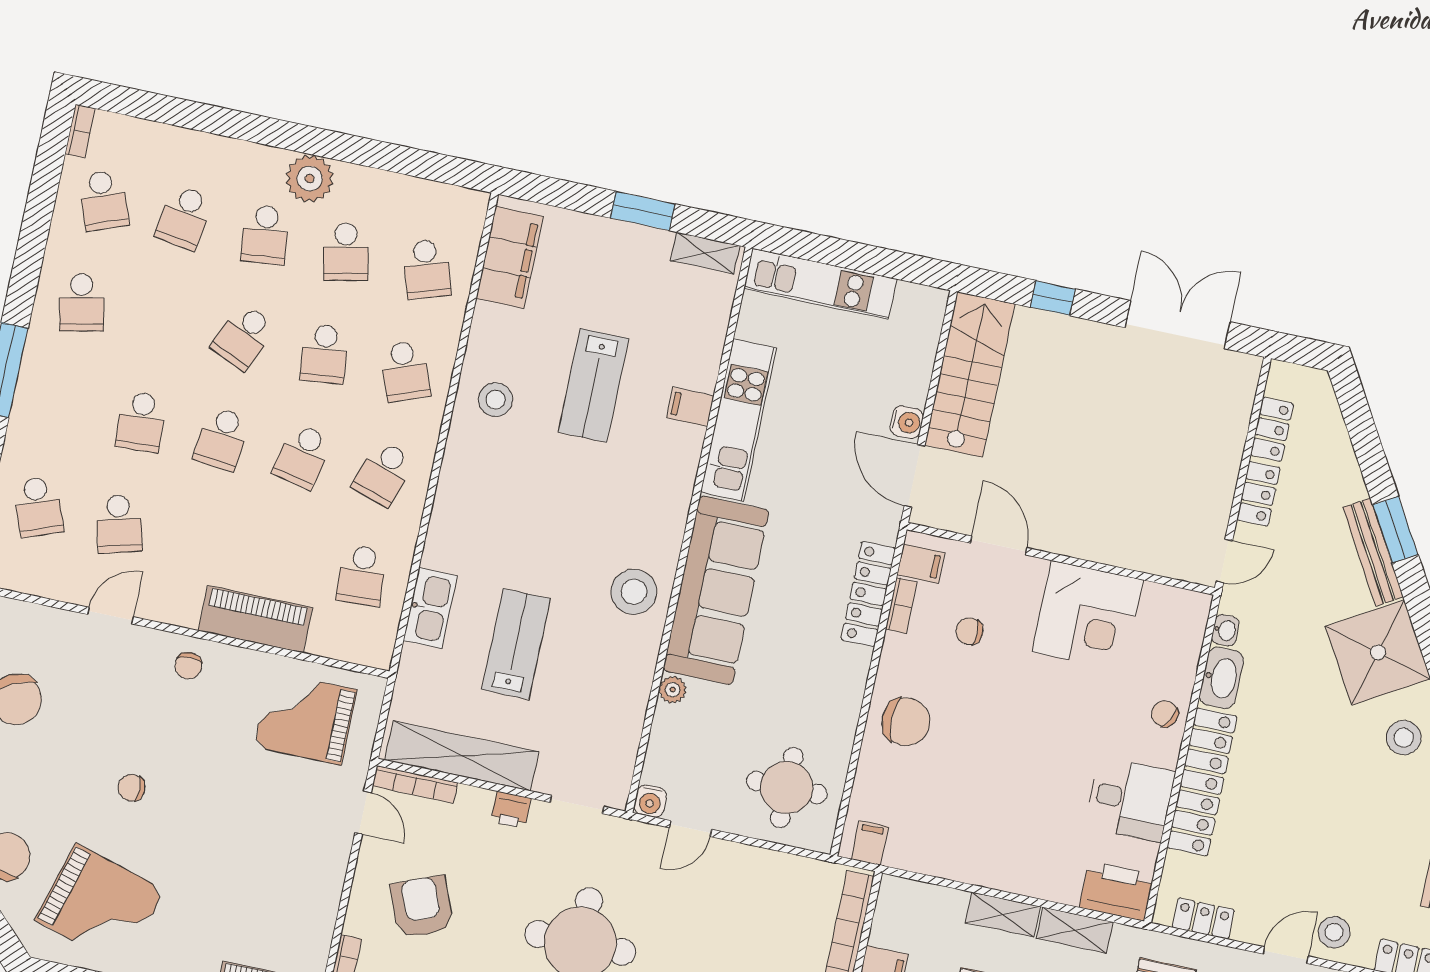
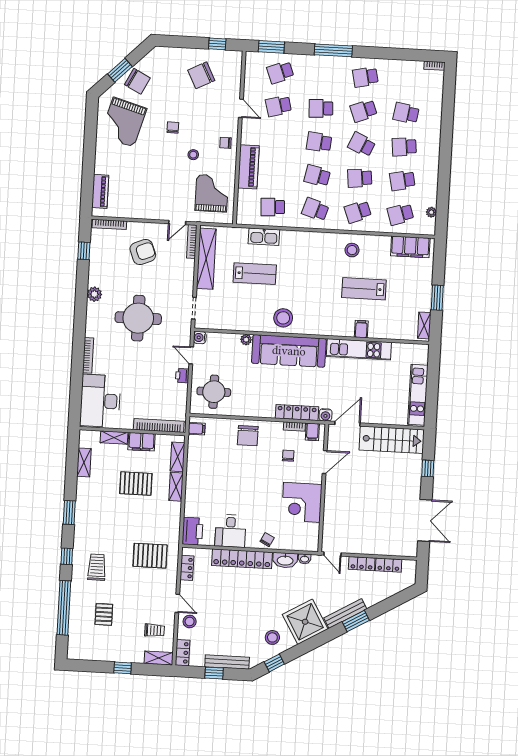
plant: (310, 179) -> (431, 212), moved, width x0.53, depth x0.53
school desk: (103, 200) -> (364, 111), moved
kitchen unit: (820, 284) -> (418, 395), moved
water cooler: (907, 422) -> (325, 415), moved
stool: (205, 748) -> (193, 155), added
printer: (511, 810) -> (182, 376), moved
shelving: (1075, 930) -> (178, 457), moved

